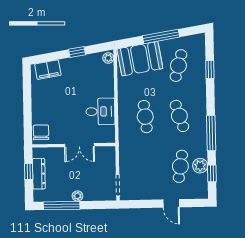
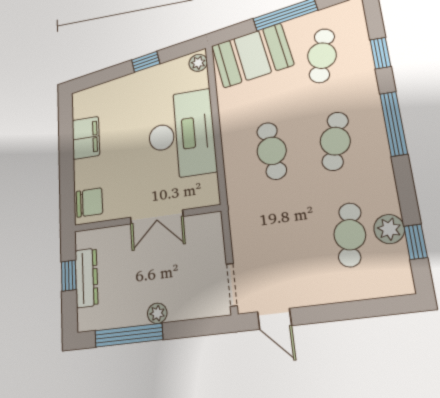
filing cabinet: (48, 70) -> (86, 138), moved, turned -81
desk: (100, 111) -> (181, 134), width x1.87, depth x1.30
cafe table: (179, 116) -> (335, 141), turned 33
chair: (41, 132) -> (89, 202), turned 90
window: (211, 133) -> (394, 124), moved
door: (171, 203) -> (275, 319), moved

